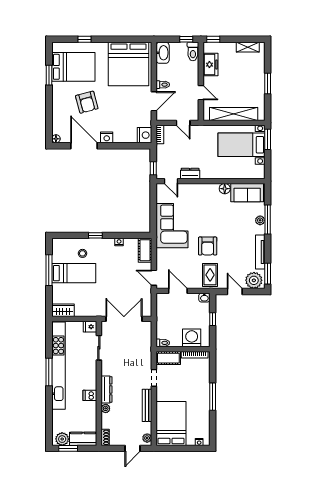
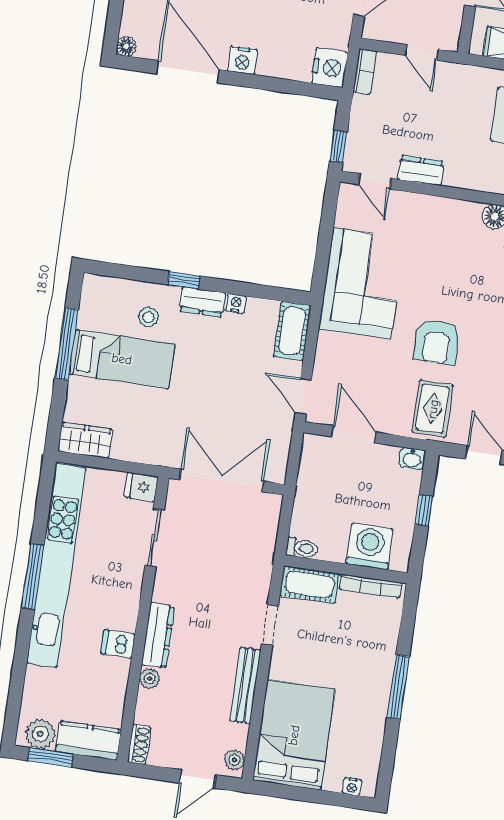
dresser: (105, 244) -> (202, 302), added

